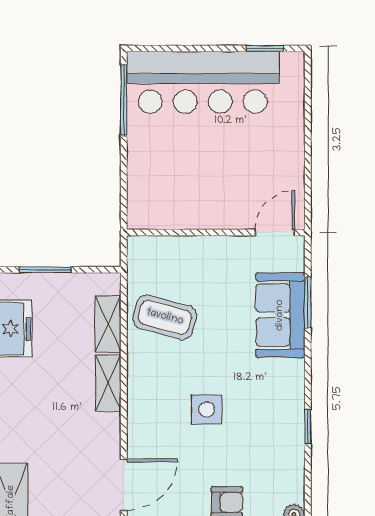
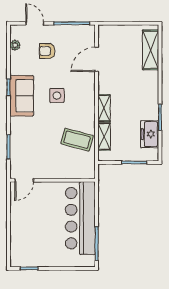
bar counter: (203, 82) -> (80, 218), moved, turned -90
sofa: (280, 315) -> (22, 96), moved

